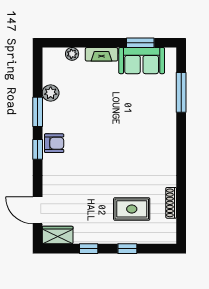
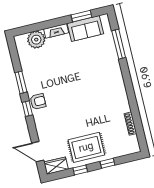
plant: (72, 54) -> (36, 40), width x1.87, depth x1.87
plant: (51, 93) -> (27, 67), removed
rug: (132, 209) -> (86, 147), moved, width x1.36, depth x1.43

